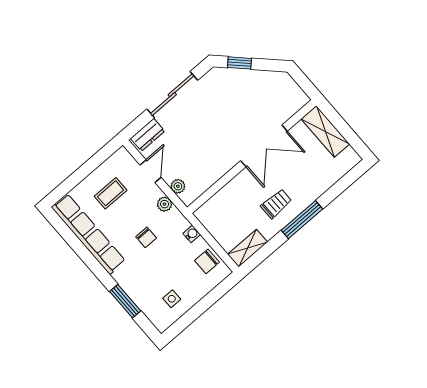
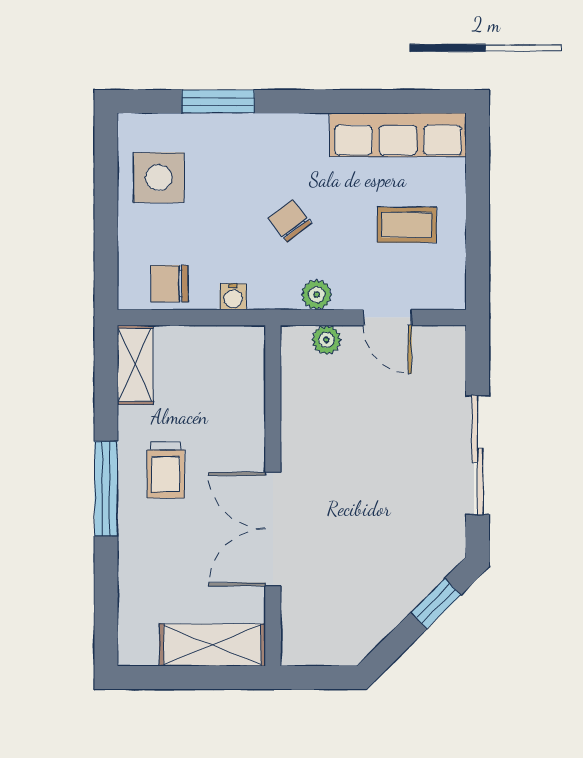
dresser: (148, 135) -> (448, 362), removed
coffee table: (111, 193) -> (407, 225), turned 90
row of seats: (88, 234) -> (398, 135), width x0.73
chair: (146, 237) -> (290, 221), turned 52
chair: (207, 261) -> (169, 284), turned -90
side table: (172, 299) -> (159, 178), width x1.87, depth x1.87

